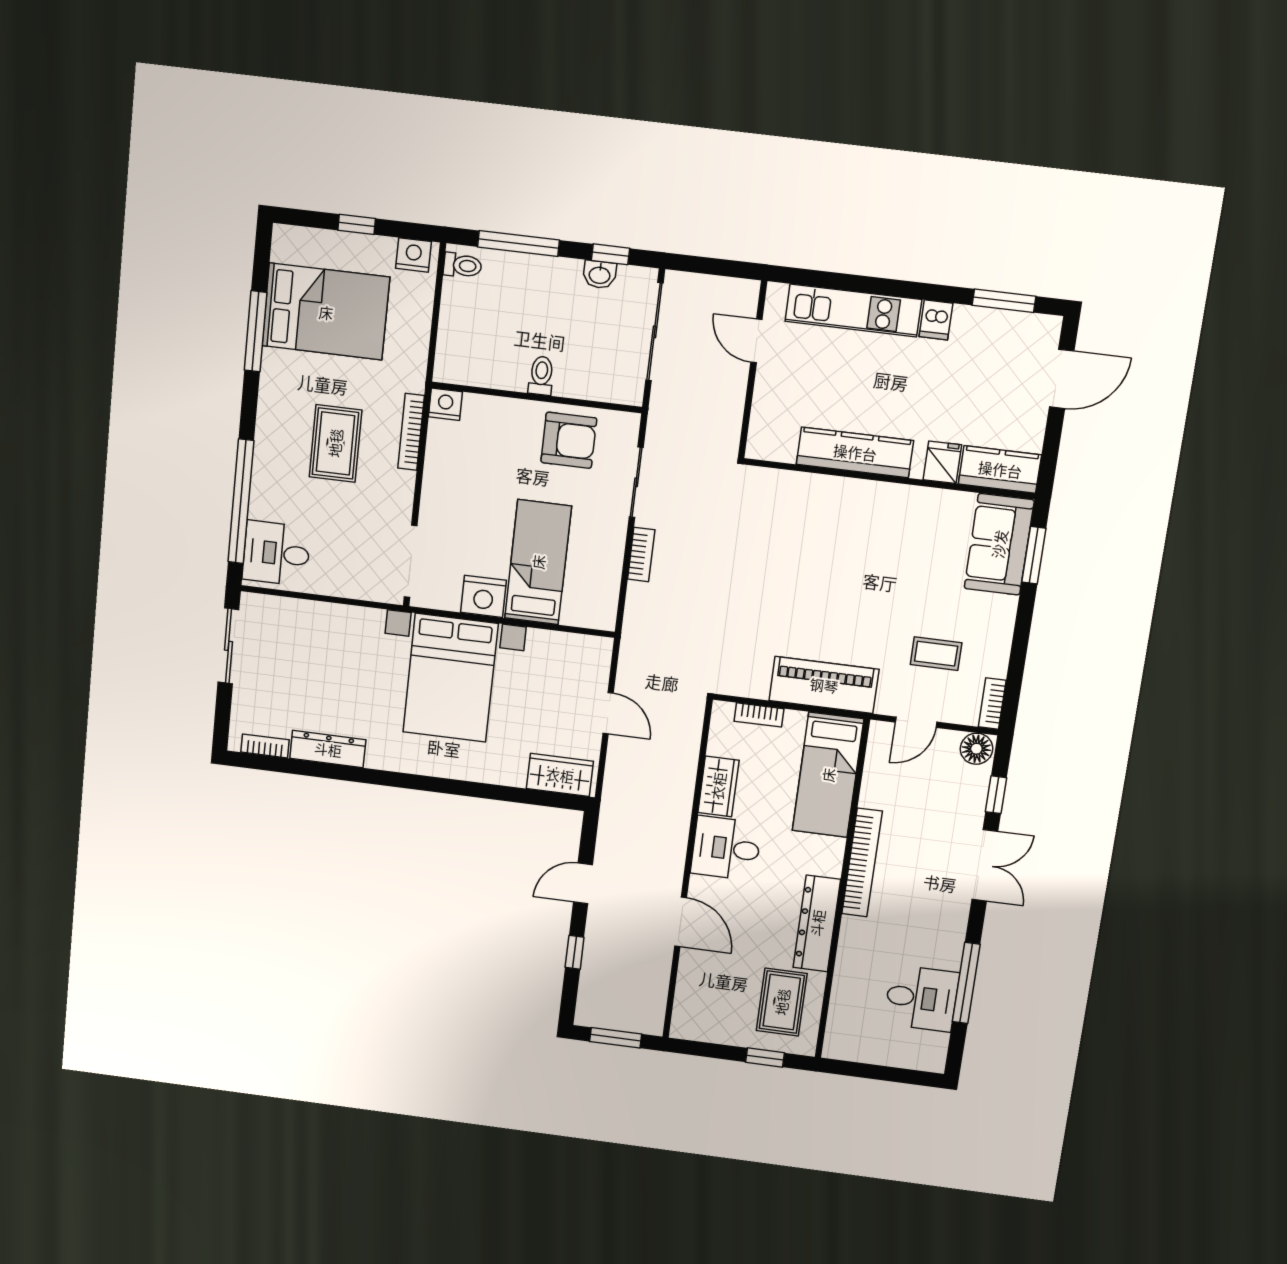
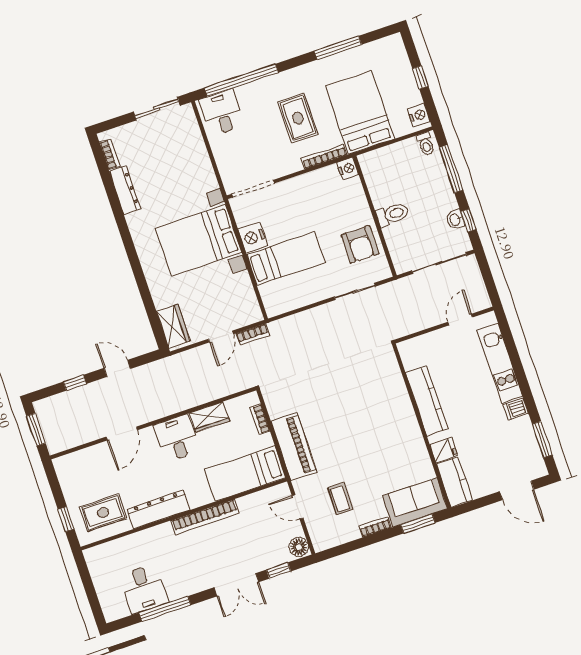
bed: (326, 312) -> (360, 112), moved, turned 180
toilet: (541, 376) -> (392, 214), width x1.37, depth x1.39
rug: (335, 443) -> (298, 118), turned 90
bookcase: (641, 555) -> (253, 334), moved
bookcase: (992, 704) -> (375, 527), moved

